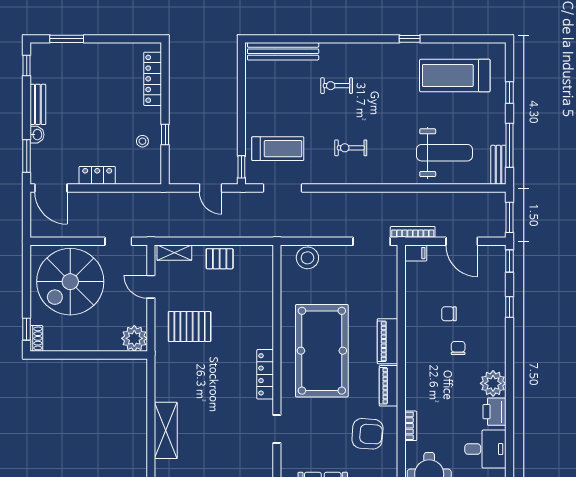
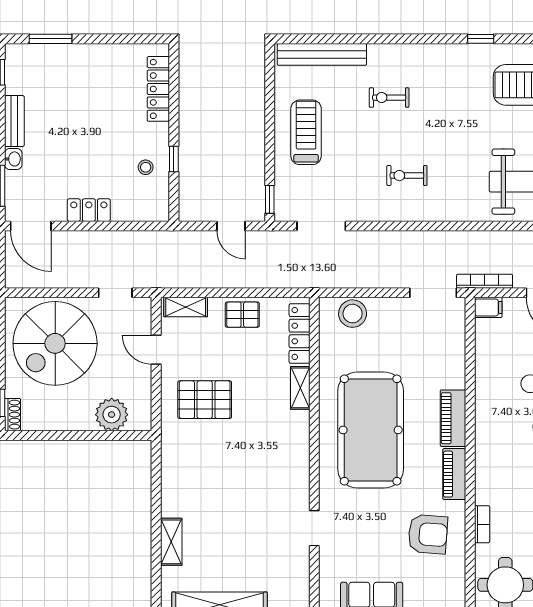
treadmill: (278, 149) -> (306, 132), moved, turned -90
shelving: (266, 317) -> (300, 388), added
plant: (134, 338) -> (112, 415), moved
locker: (265, 374) -> (299, 333), moved
shelving: (166, 430) -> (171, 542), width x0.67, depth x0.75

